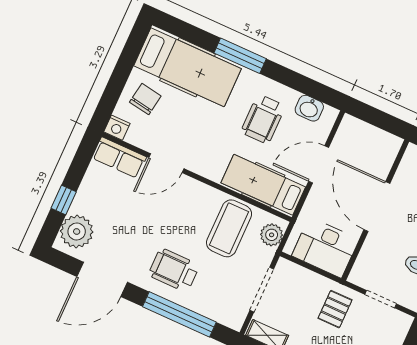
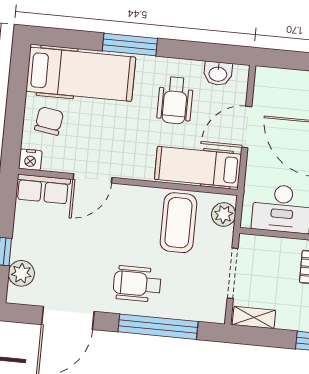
plant: (77, 232) -> (21, 273), width x0.73, depth x0.73

